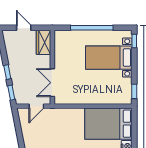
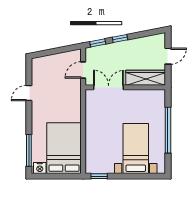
window: (134, 41) -> (154, 176), removed
wardrobe: (44, 42) -> (146, 78), width x1.50
door: (36, 106) -> (83, 70), hinge flipped

